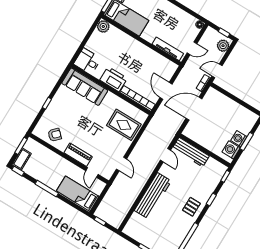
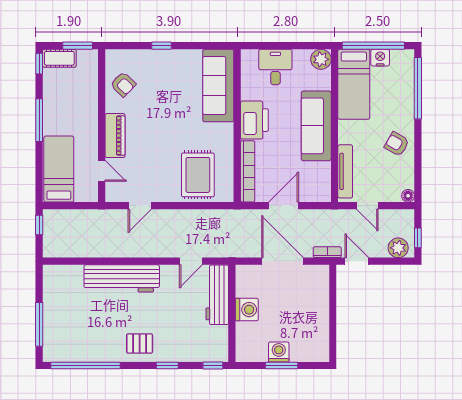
armchair: (170, 14) -> (397, 144), added
sofa: (136, 50) -> (316, 126), added
desk: (87, 61) -> (275, 67), moved
washing machine: (231, 150) -> (247, 310), moved, turned 90
door: (92, 173) -> (102, 171), swing flipped

